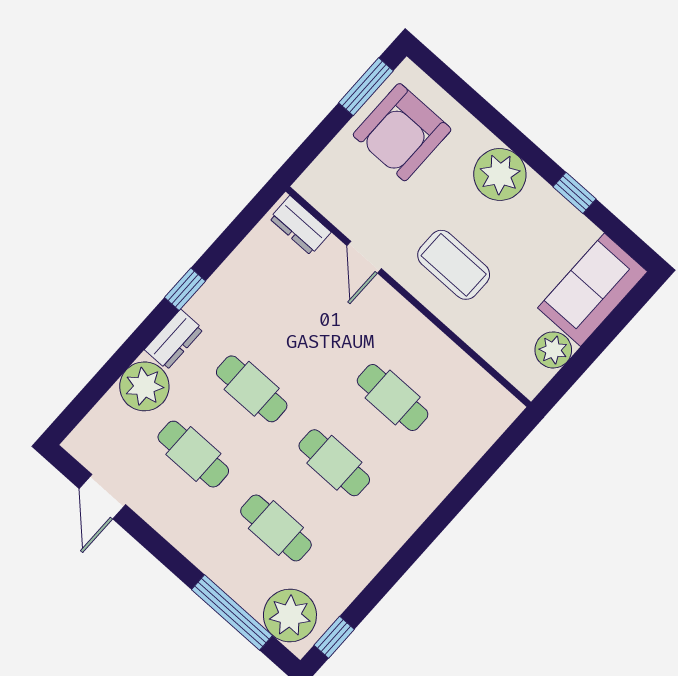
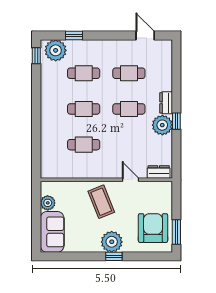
window: (574, 193) -> (114, 256), moved
coffee table: (454, 265) -> (101, 202), turned 68
plant: (144, 386) -> (162, 125), moved
window: (232, 613) -> (74, 36), width x0.46

